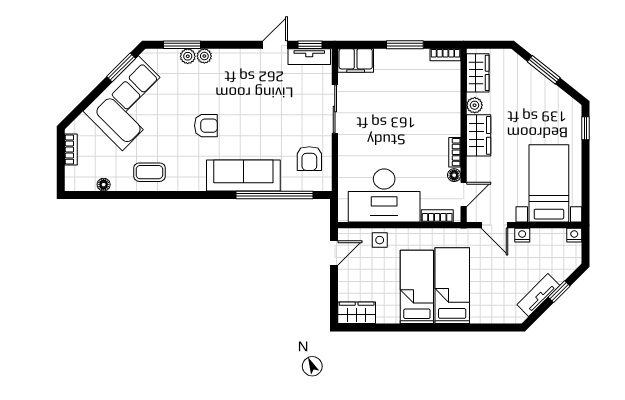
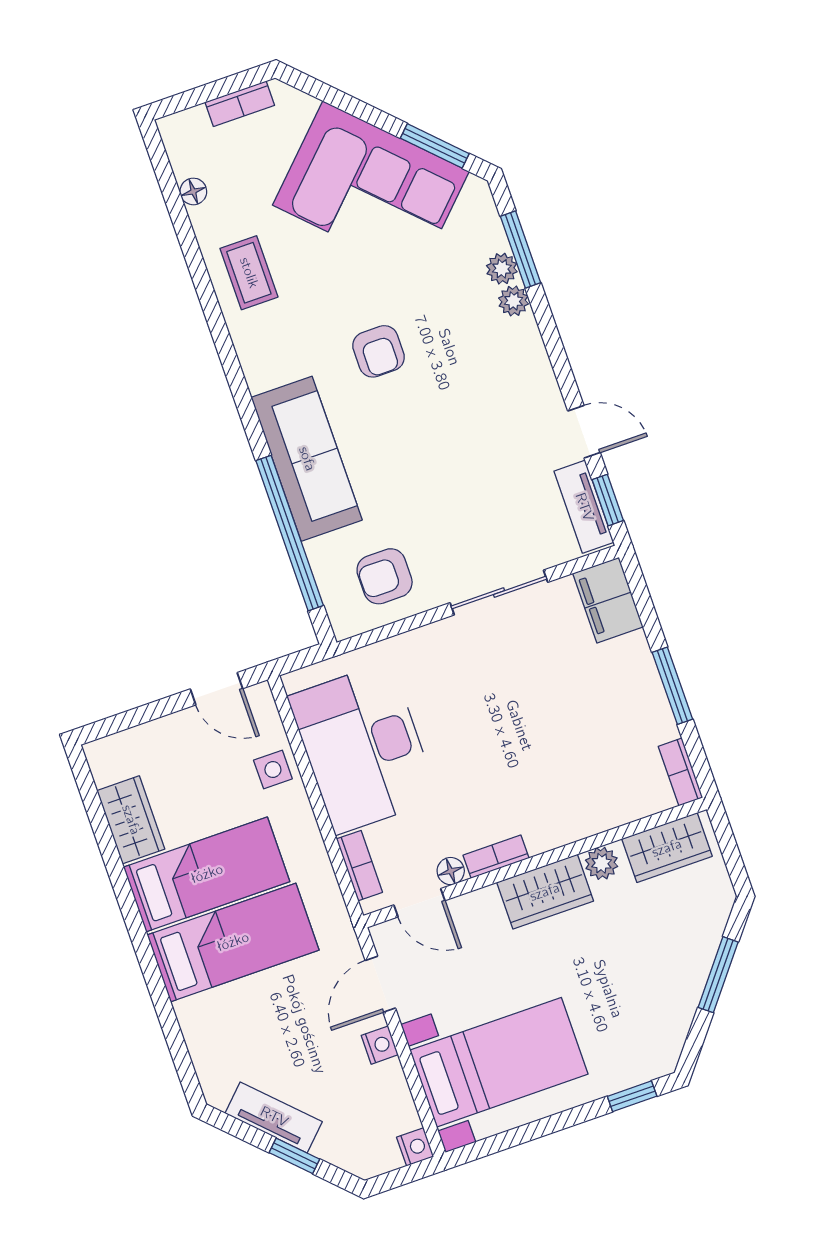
wardrobe: (357, 313) -> (131, 820), moved

